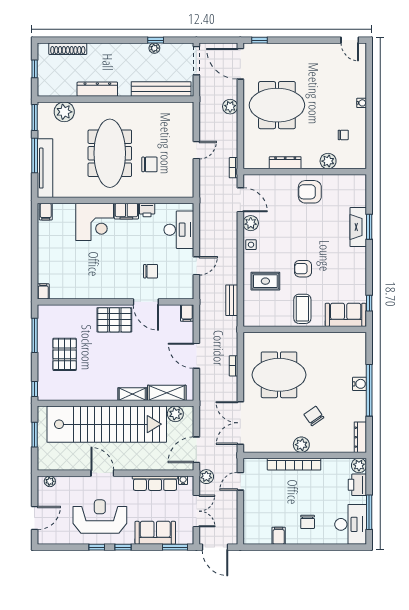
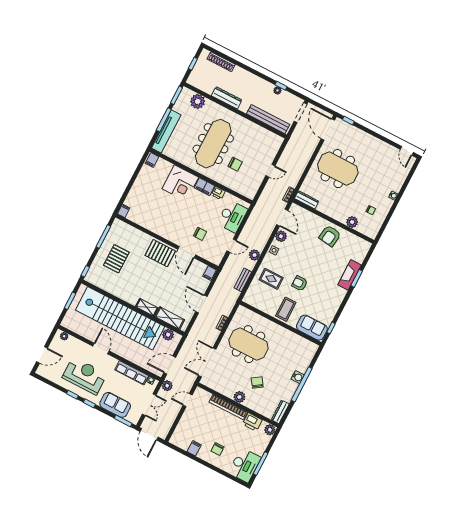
plant: (230, 107) -> (254, 255), moved
dresser: (285, 163) -> (307, 200), moved
armchair: (310, 192) -> (330, 236), turned -82
printer: (357, 485) -> (252, 422), moved, turned -90

